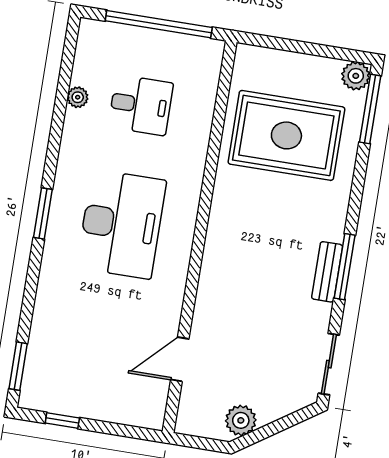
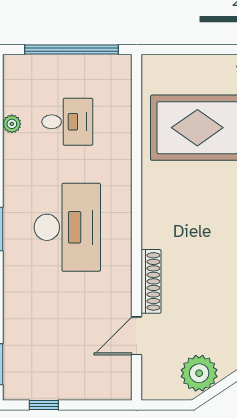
shoe rack: (206, 301) -> (151, 281), added
plant: (241, 420) -> (199, 373), width x1.36, depth x1.36

